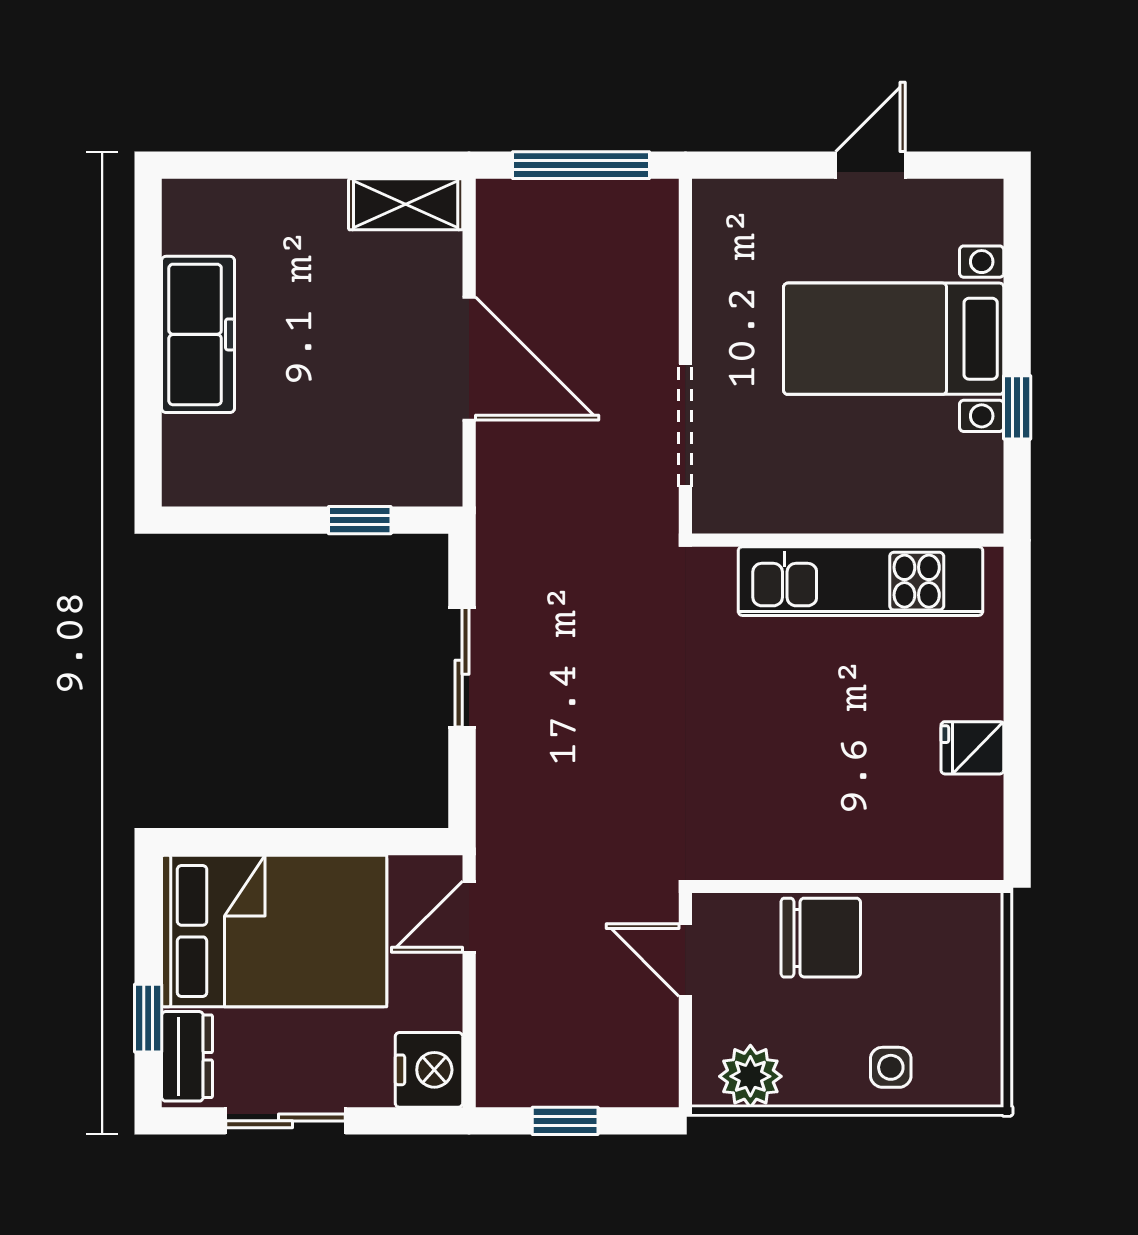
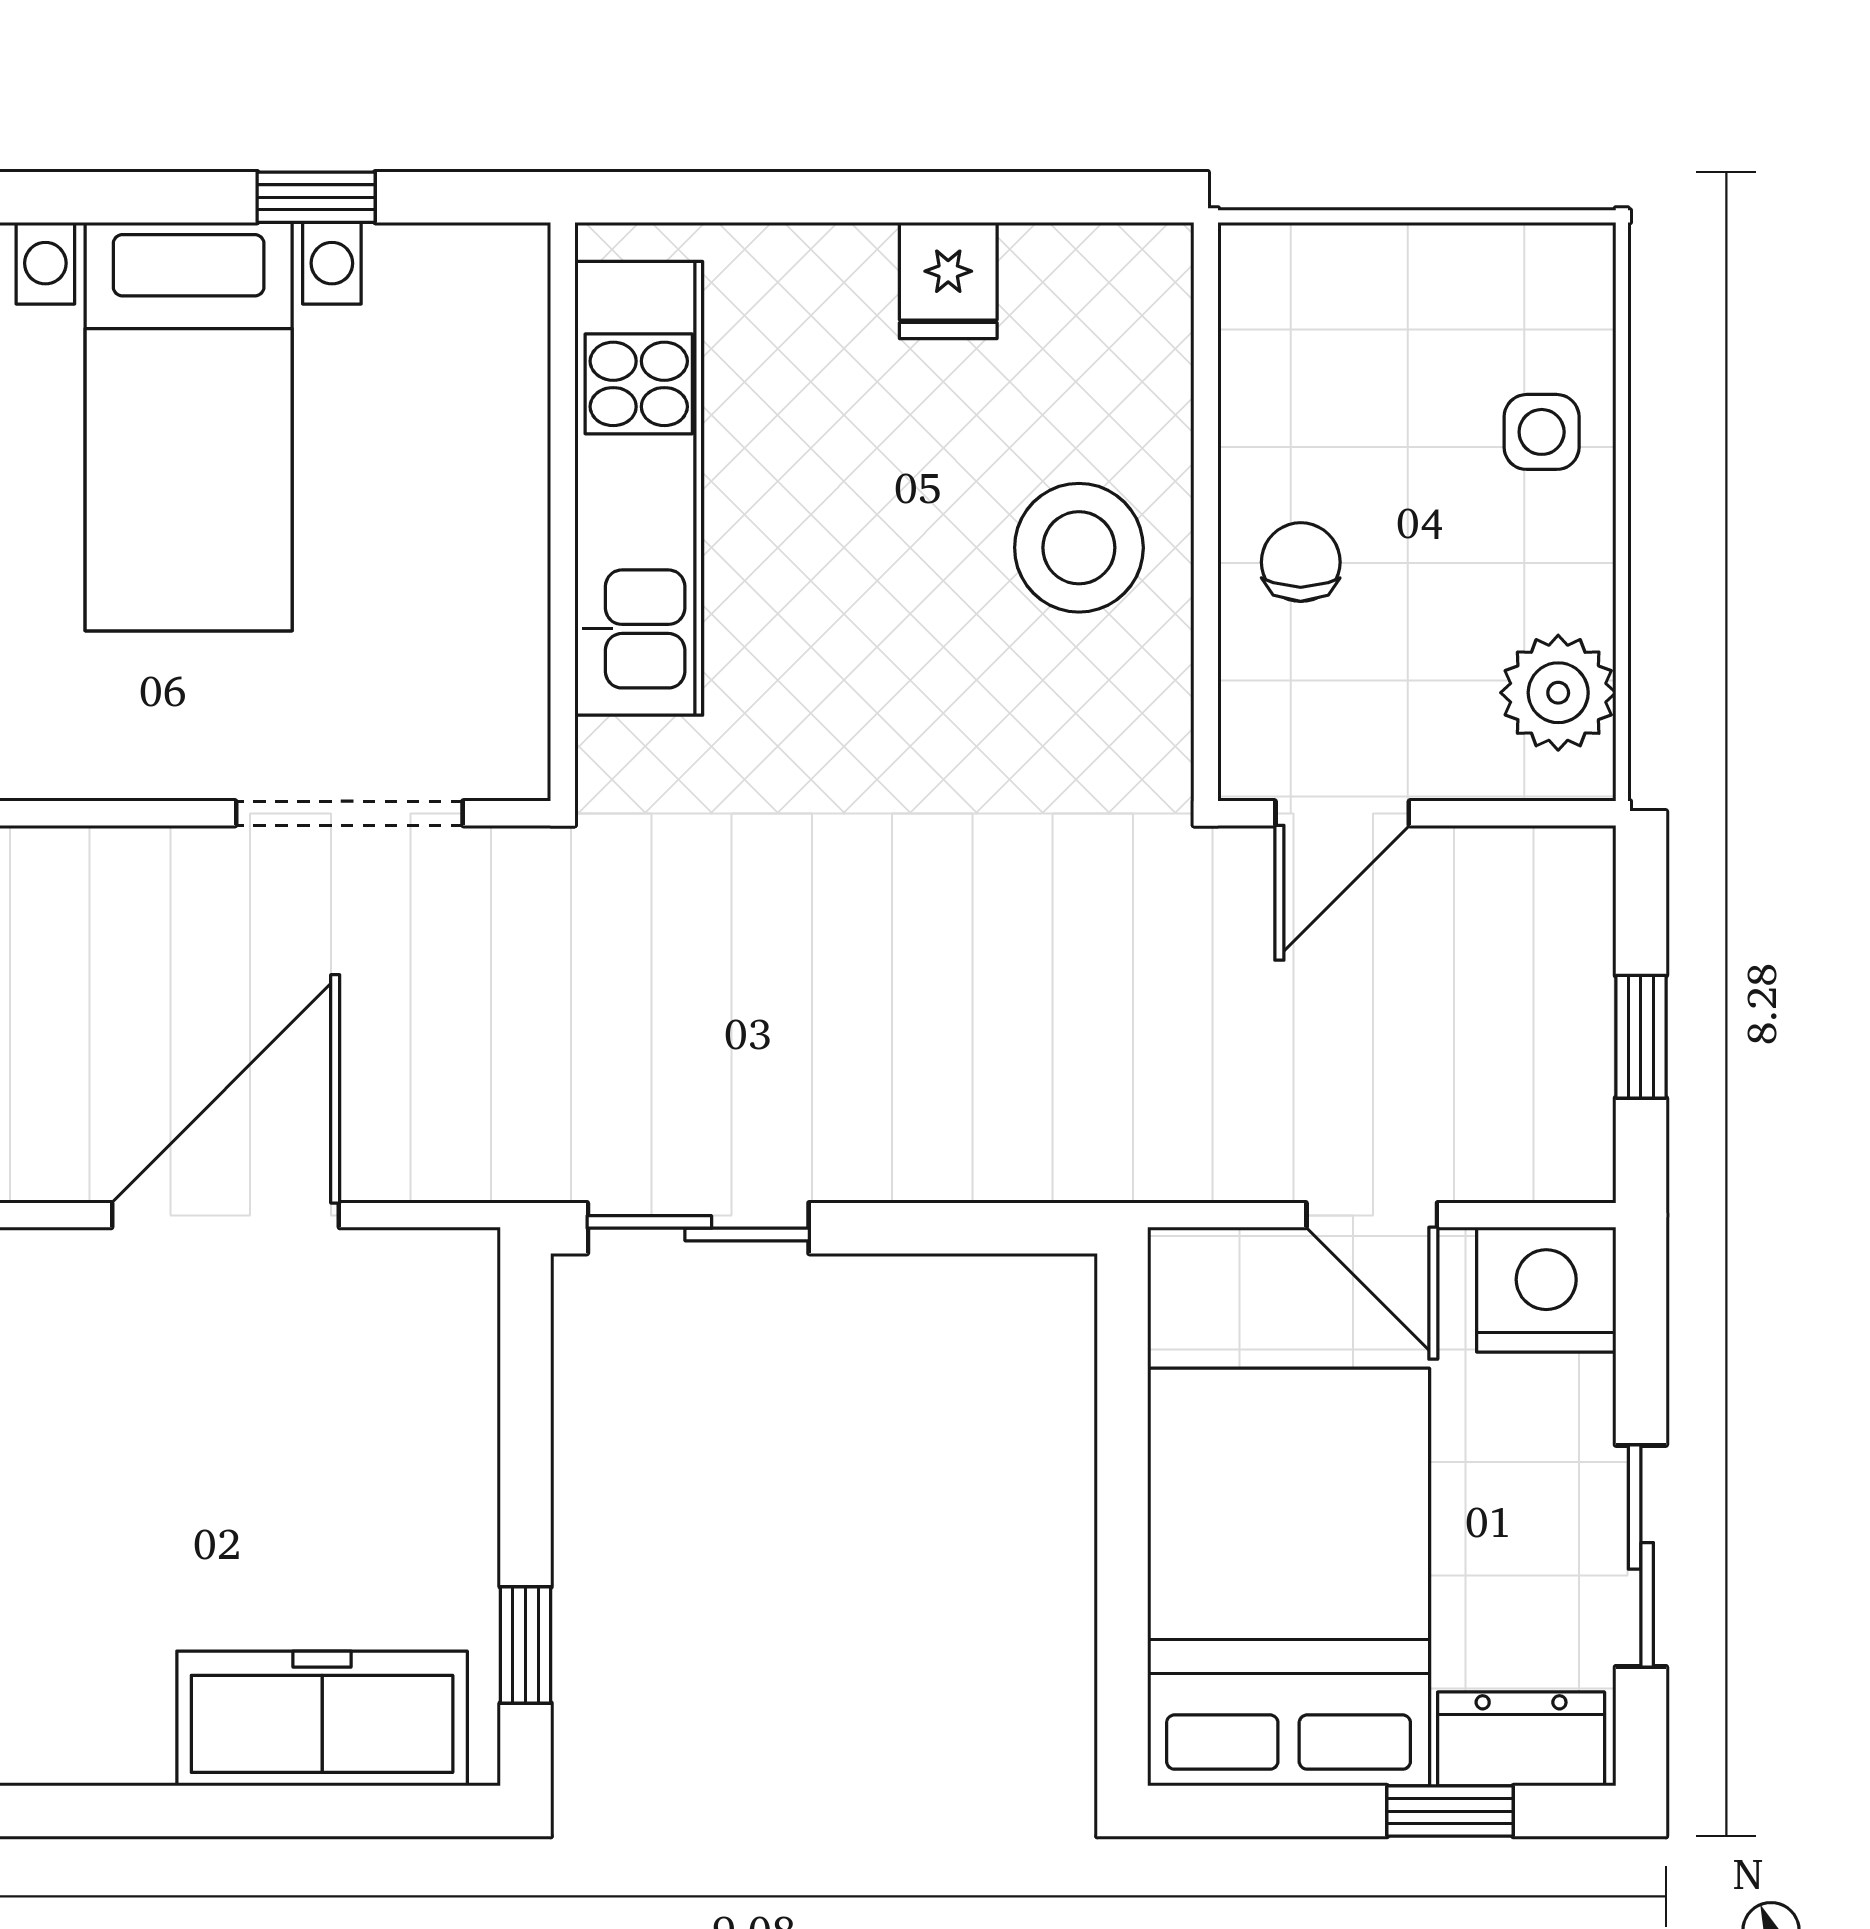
freezer: (198, 334) -> (322, 1718), moved
window: (360, 520) -> (526, 1645), moved
sliding door: (462, 667) -> (698, 1228), moved
stool: (828, 818) -> (1079, 548), added
door: (469, 917) -> (1372, 1215), moved
chair: (821, 938) -> (1301, 562), width x0.54, depth x0.54

